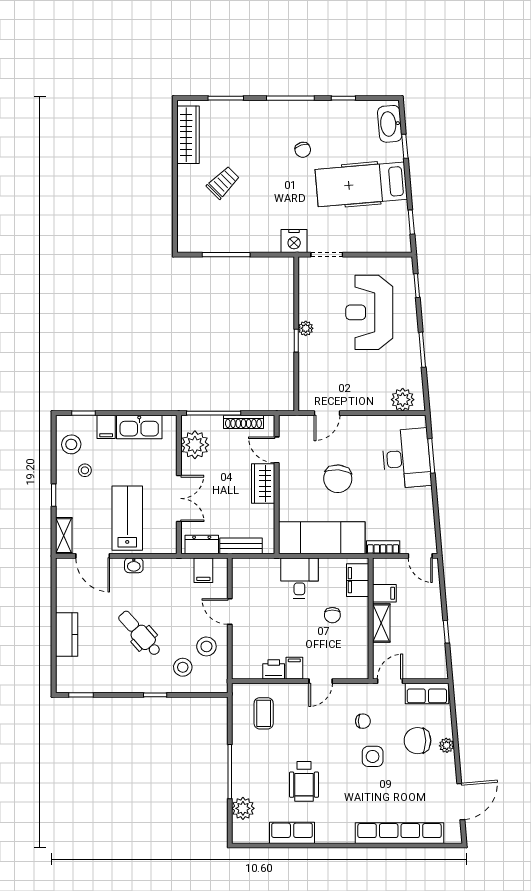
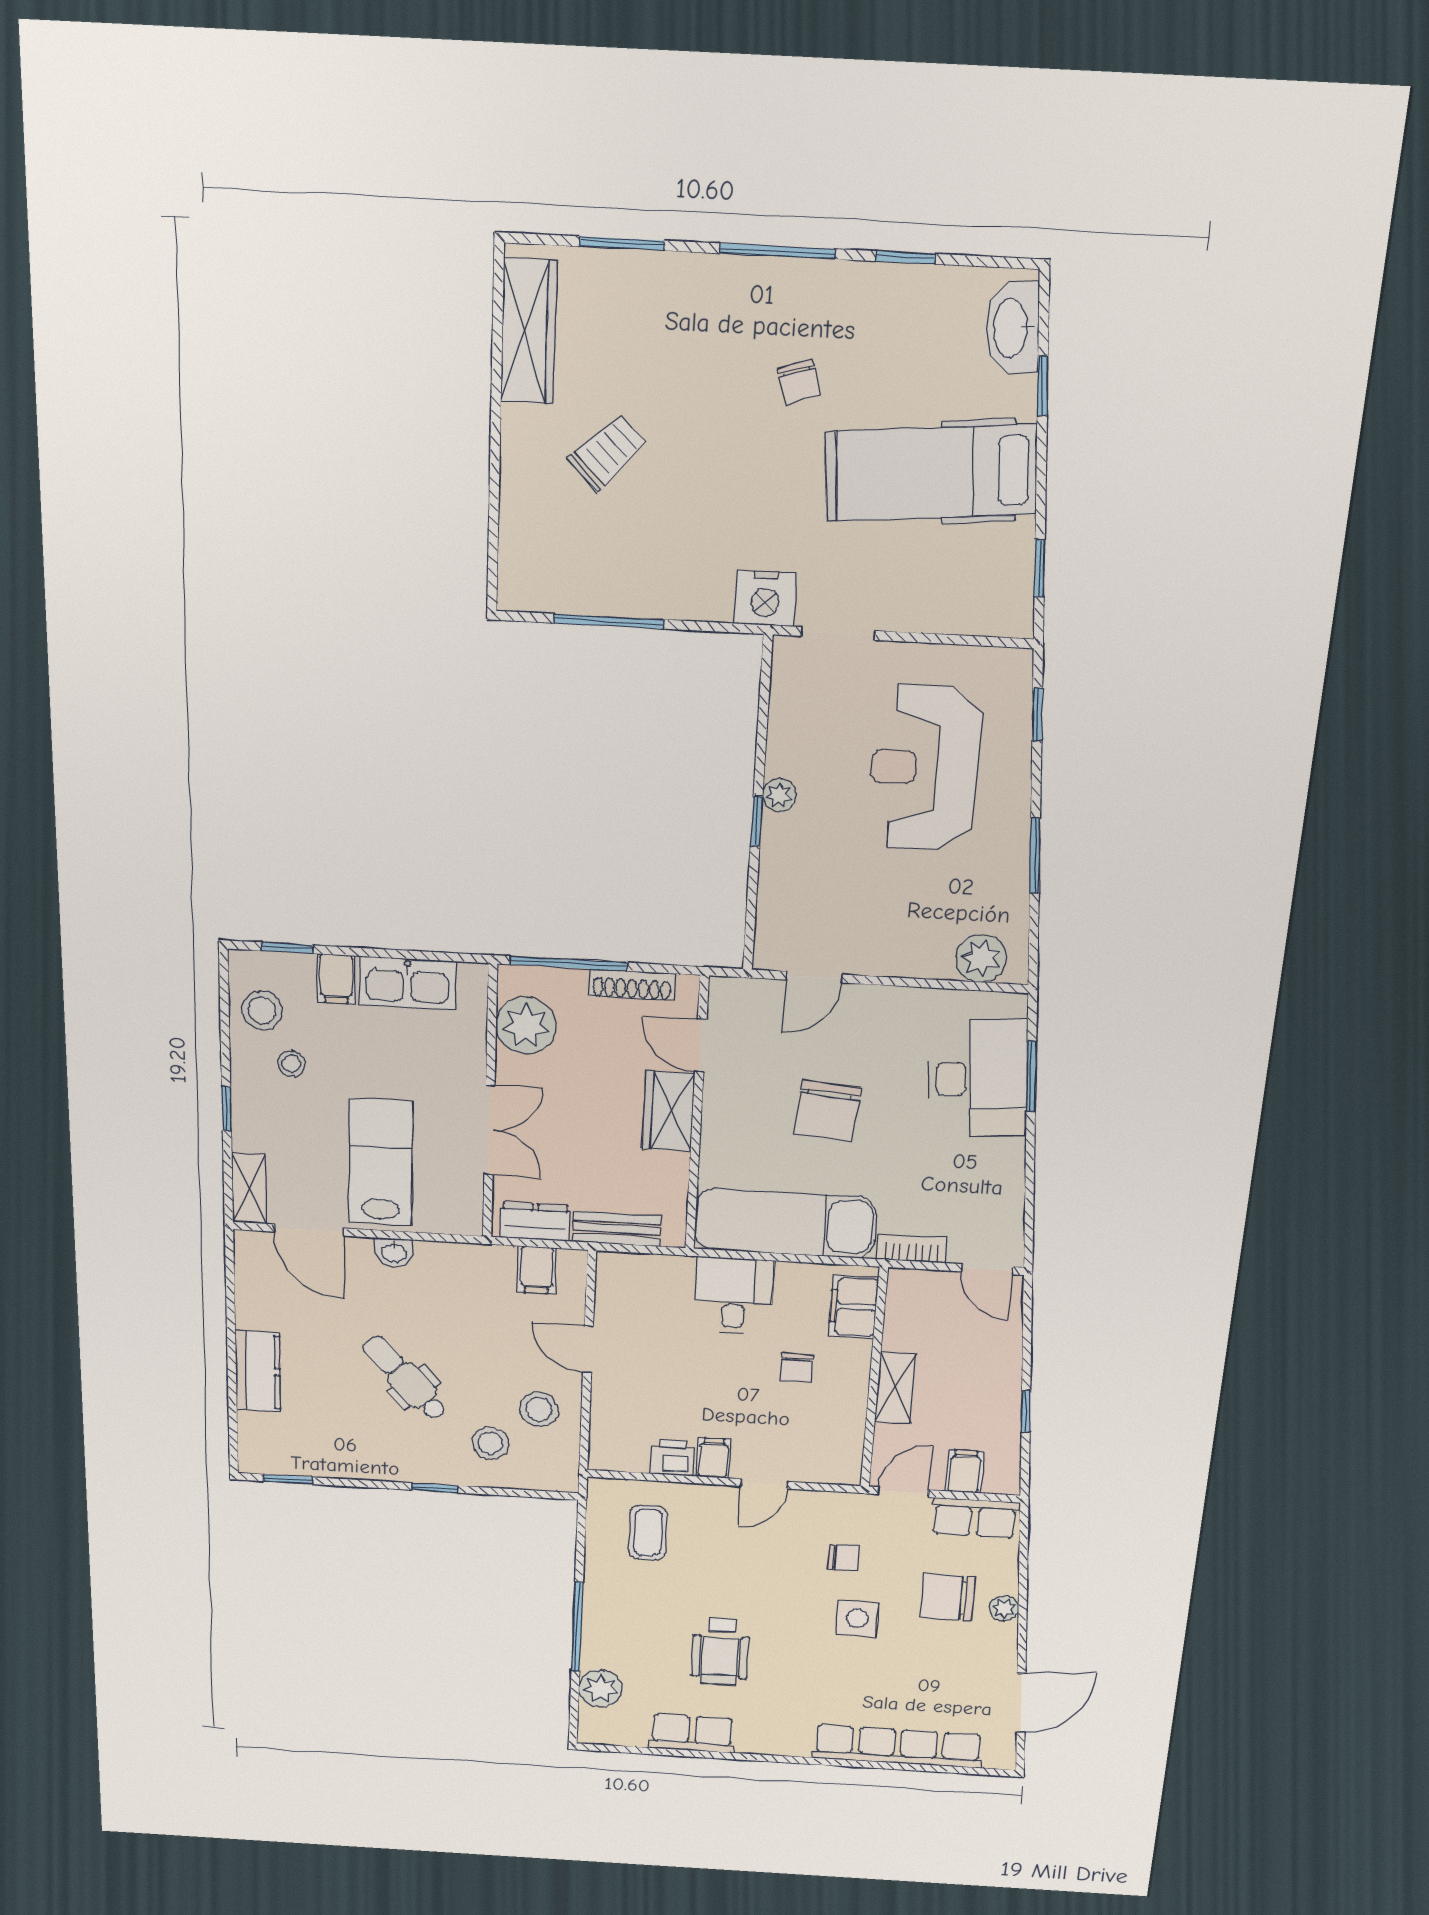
filing cabinet: (384, 593) -> (965, 1472), moved, turned -90

